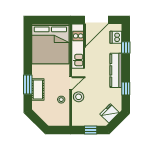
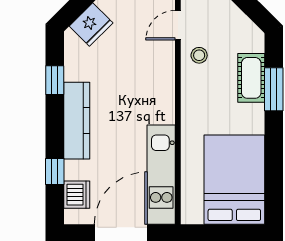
bed: (50, 44) -> (234, 180), width x0.73
door: (71, 83) -> (178, 25), moved
stool: (79, 97) -> (160, 62), removed

